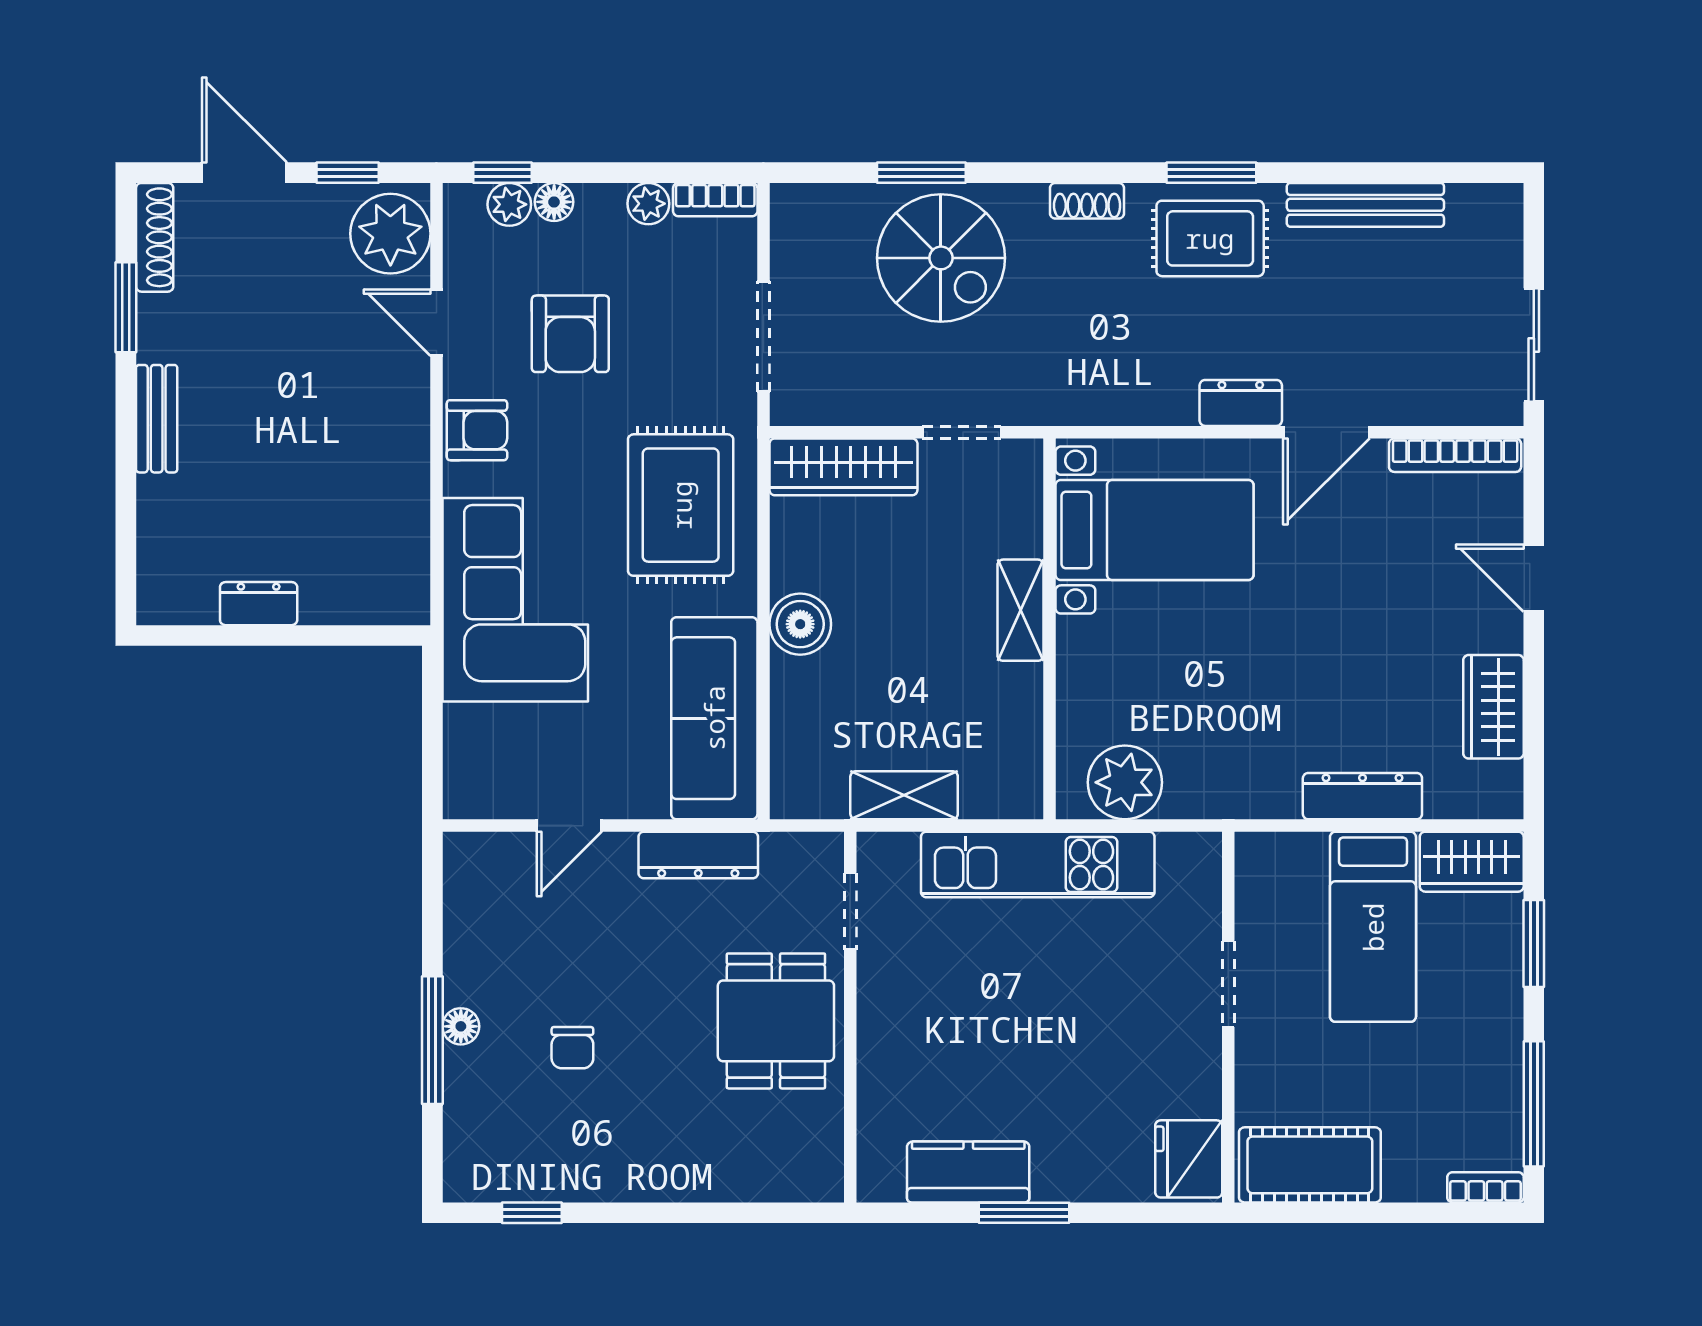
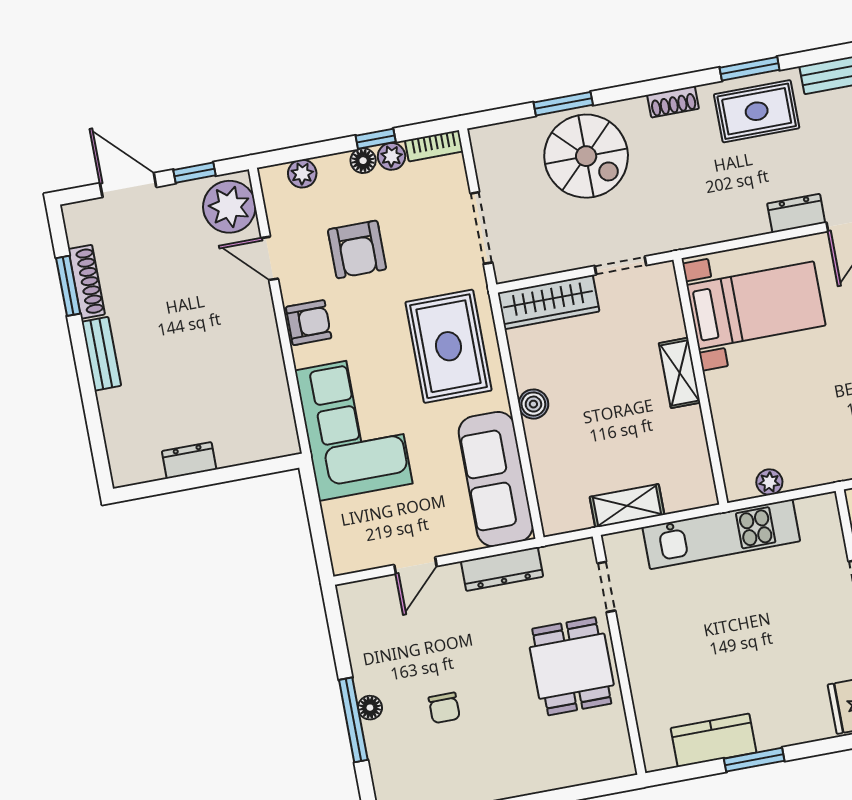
window: (502, 173) -> (376, 139), moved
floor lamp: (554, 202) -> (363, 161), moved
shoe rack: (155, 237) -> (87, 282), moved
boiler: (800, 624) -> (533, 404), width x0.73, depth x0.73
plant: (1125, 782) -> (769, 482), width x0.53, depth x0.53

